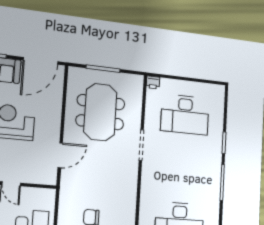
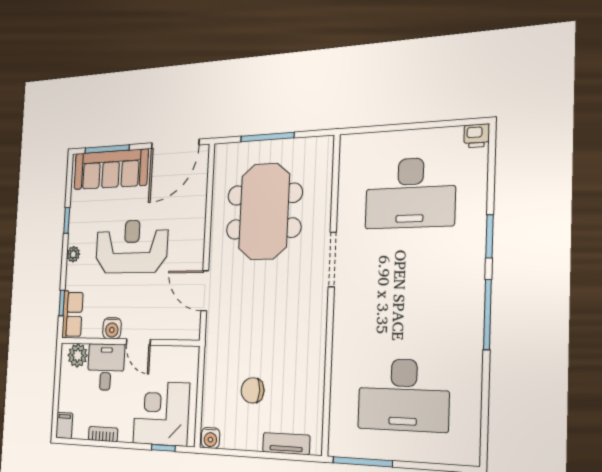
printer: (153, 82) -> (477, 136), moved
door: (60, 155) -> (205, 291), swing flipped

